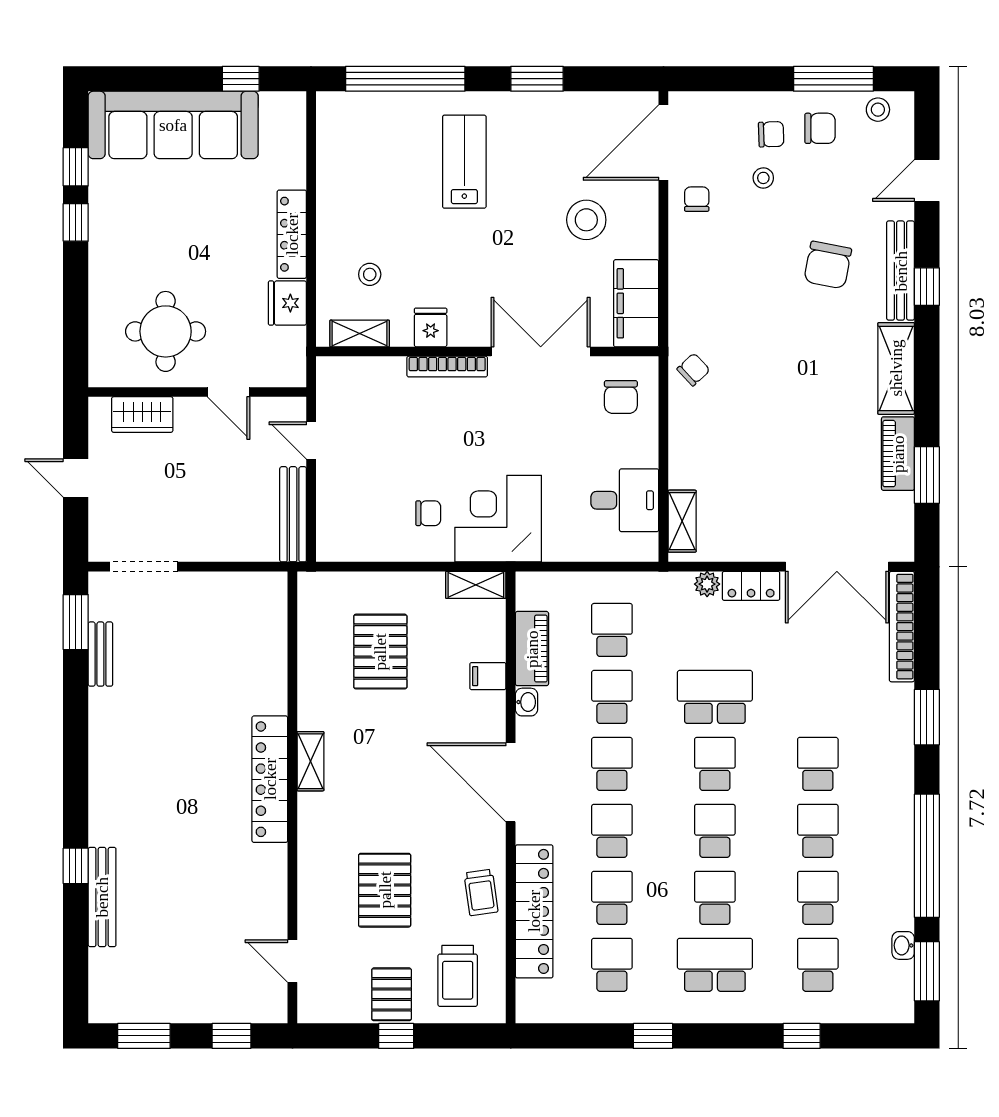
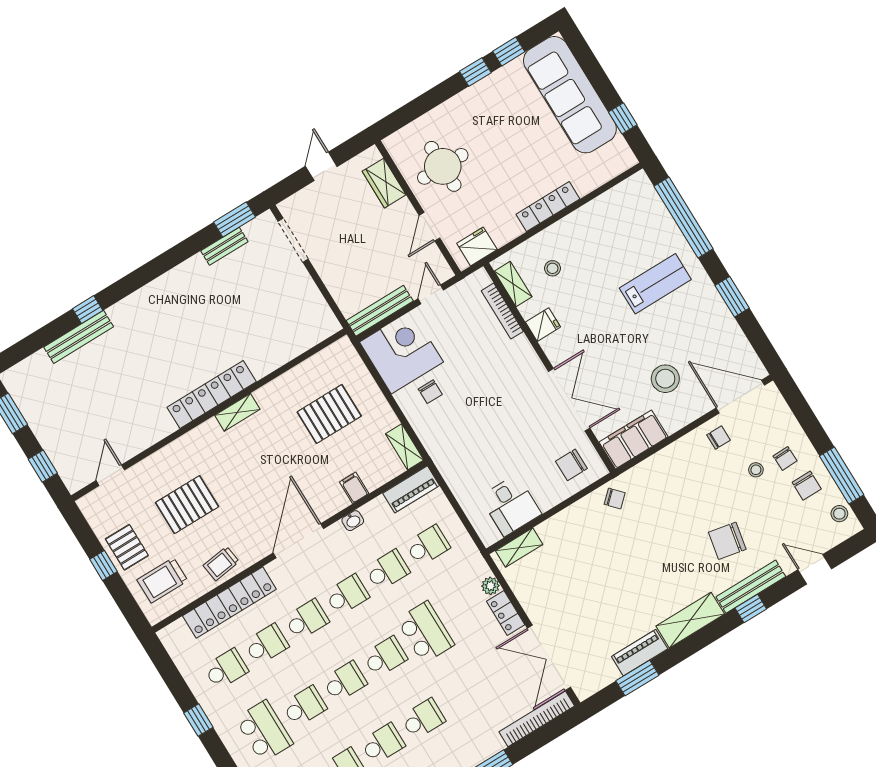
fridge: (287, 303) -> (477, 246), moved
bookcase: (447, 367) -> (502, 311), moved
corner desk: (498, 519) -> (401, 352), moved
piano: (532, 649) -> (411, 489), moved
pallet: (392, 994) -> (127, 547), turned 90

